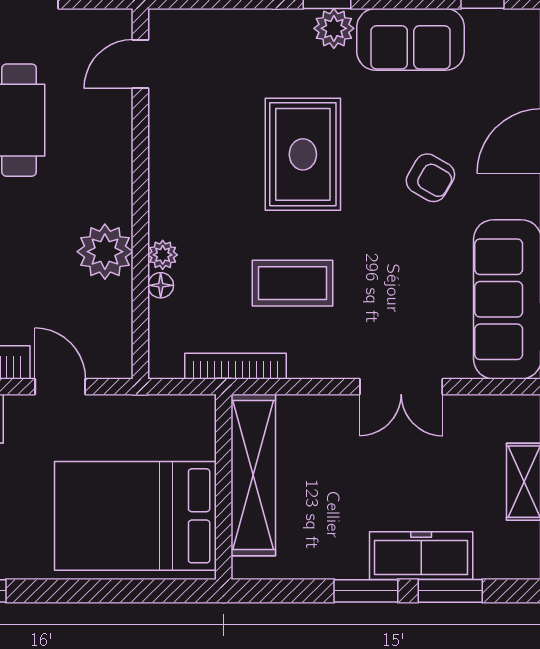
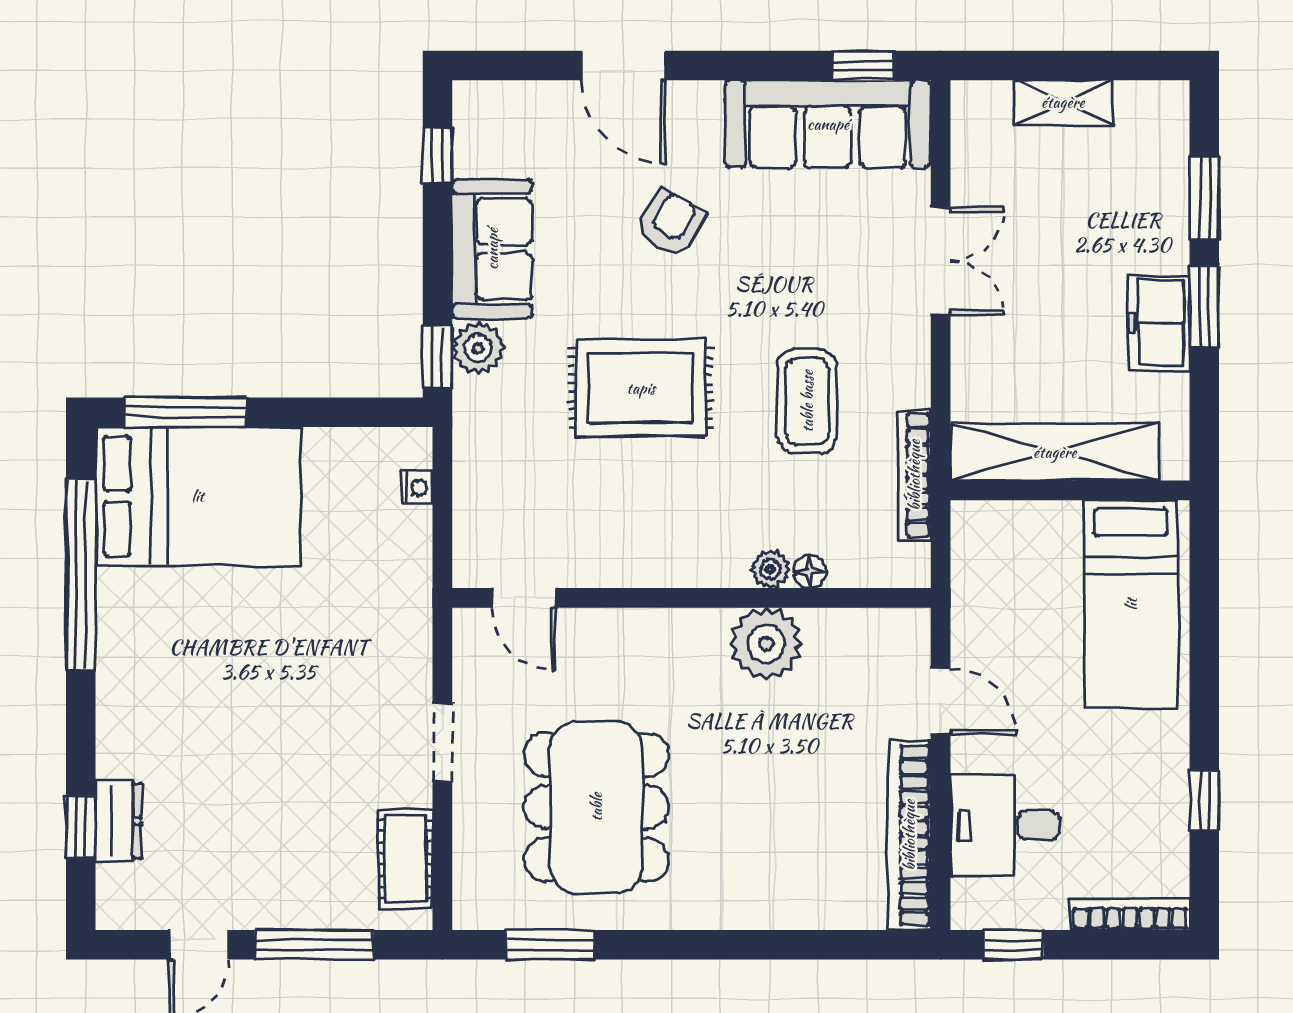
door: (60, 387) -> (941, 701), swing flipped
bed: (135, 516) -> (1131, 604), width x0.67
freezer: (421, 556) -> (1159, 323), moved, width x0.71

